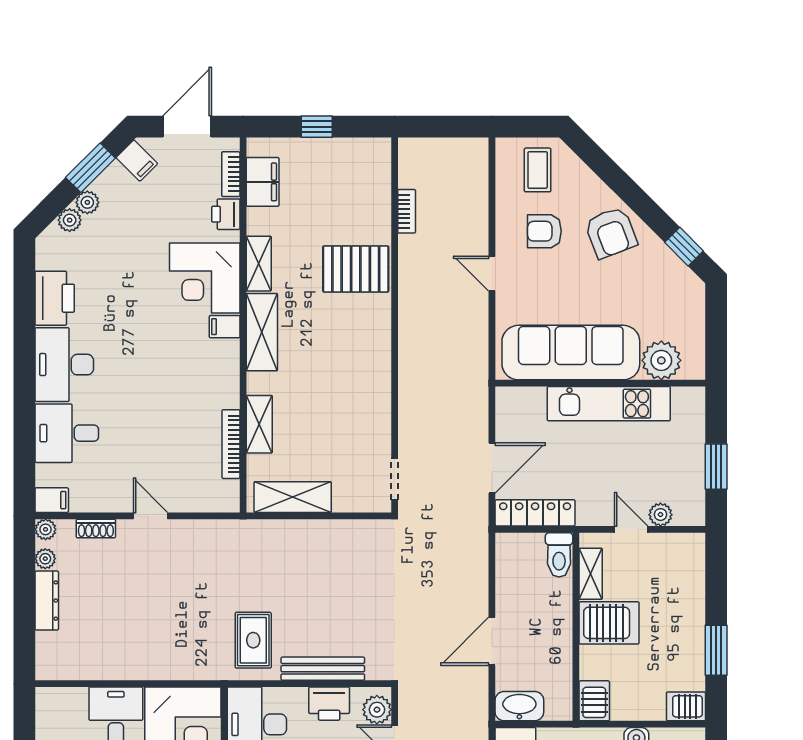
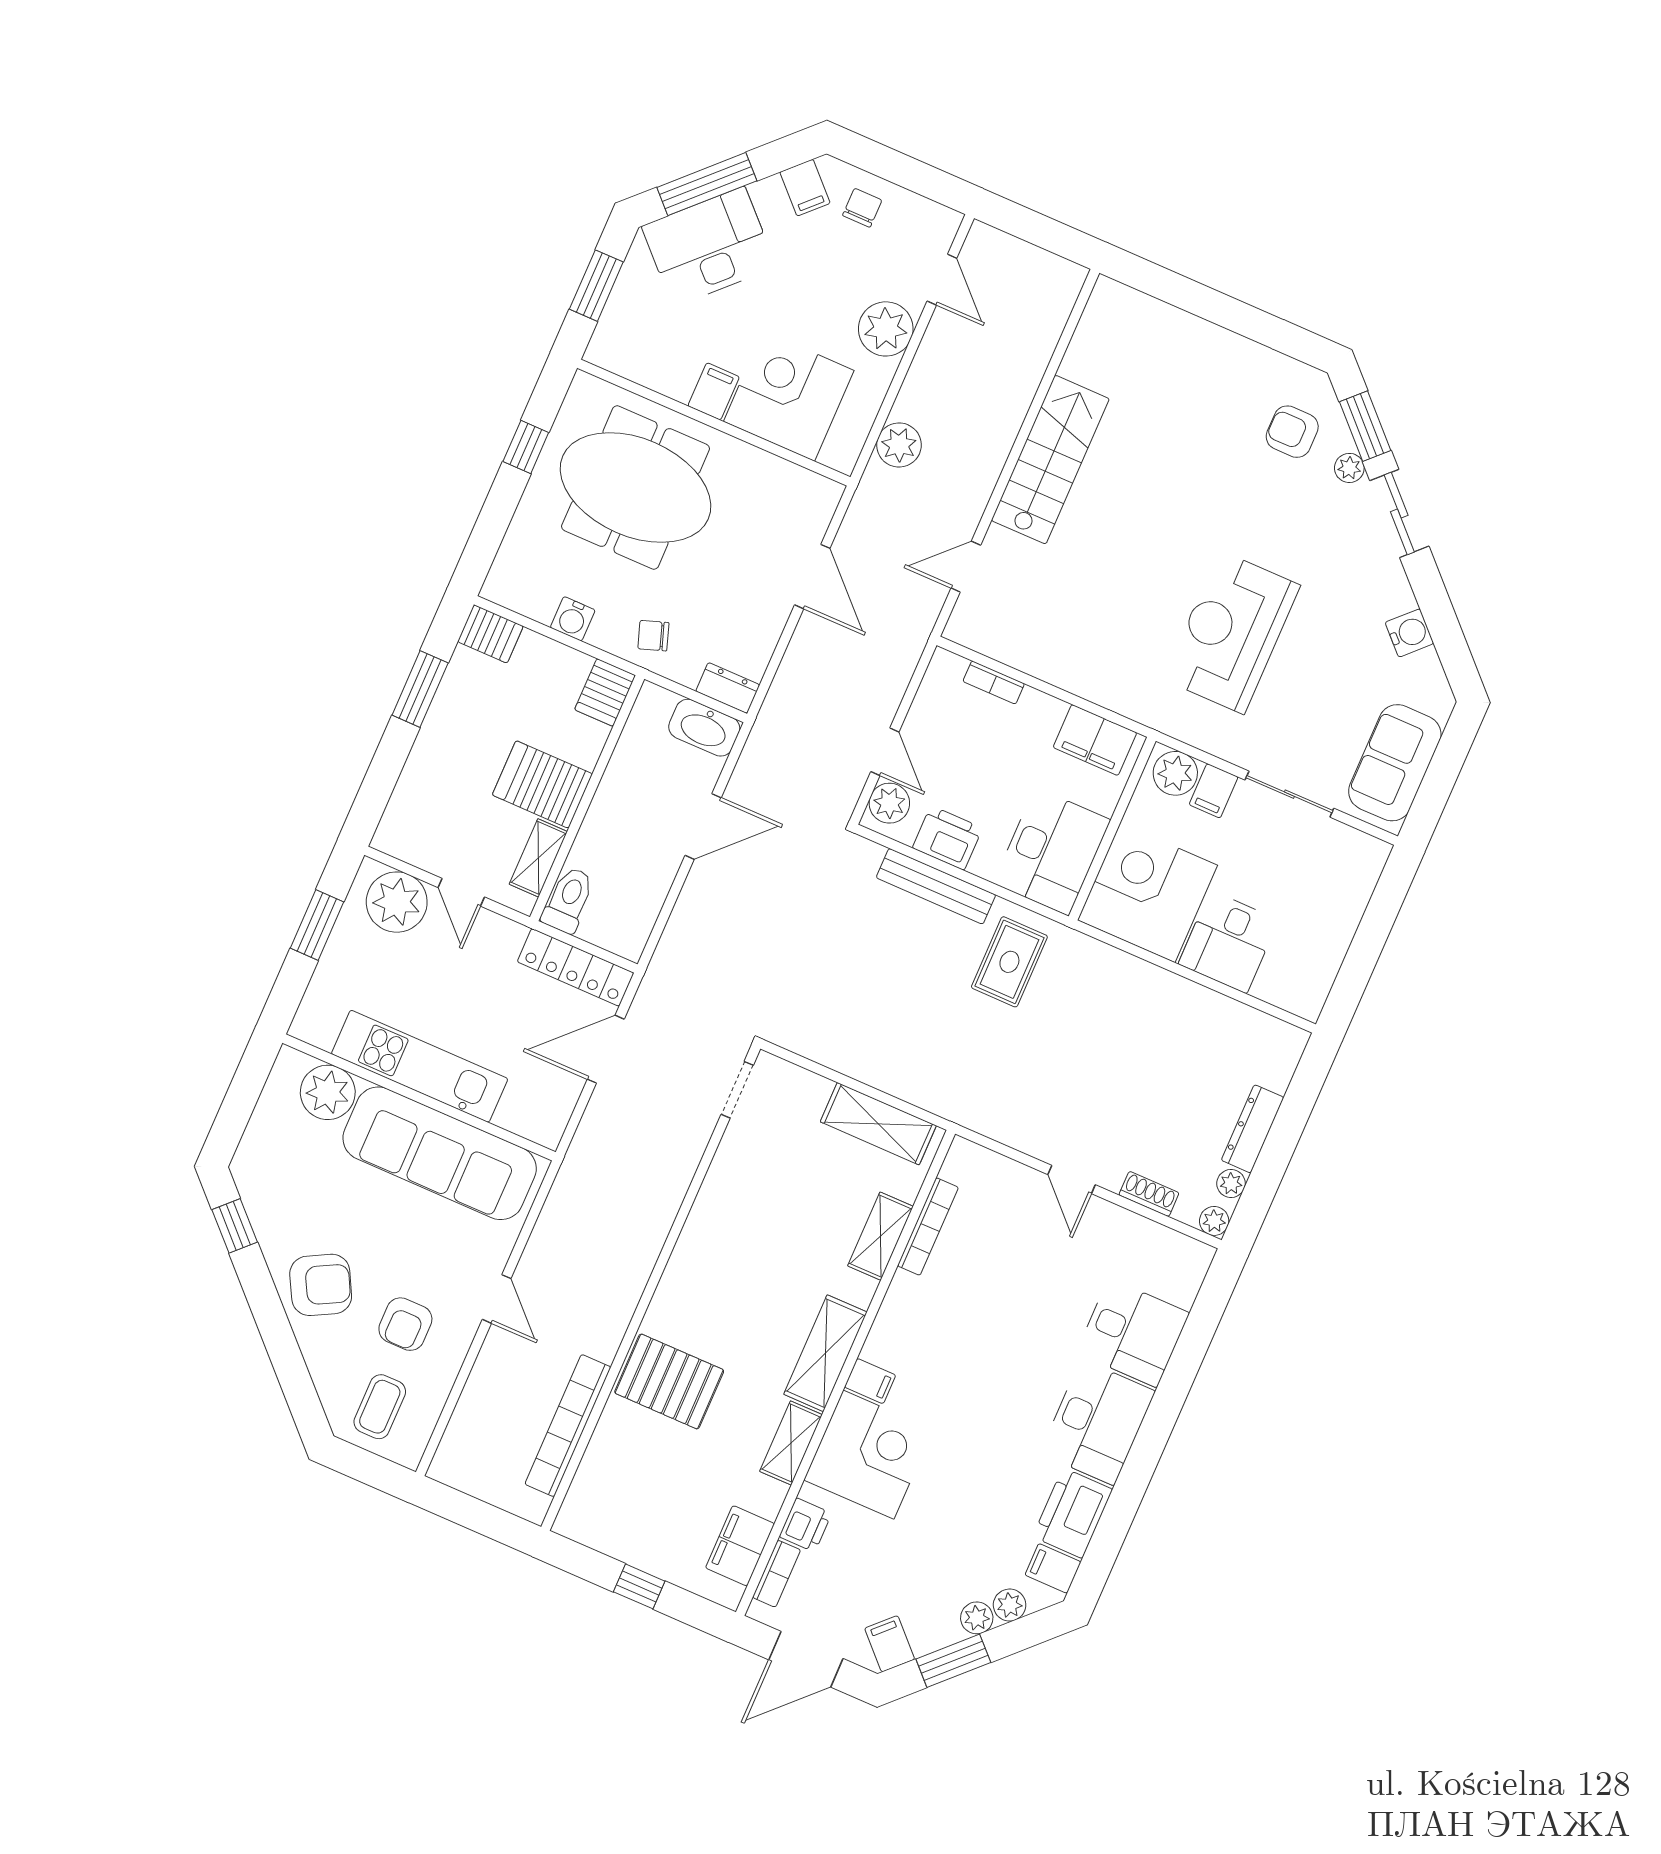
bookcase: (407, 211) -> (568, 1426), width x2.31, depth x1.31
armchair: (544, 231) -> (405, 1324), turned 90
armchair: (611, 233) -> (321, 1285), turned 83
filing cabinet: (52, 500) -> (1053, 1568), moved
plant: (660, 515) -> (397, 902), width x1.88, depth x1.88

